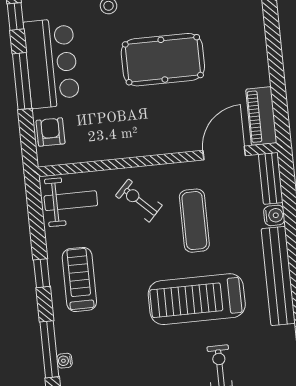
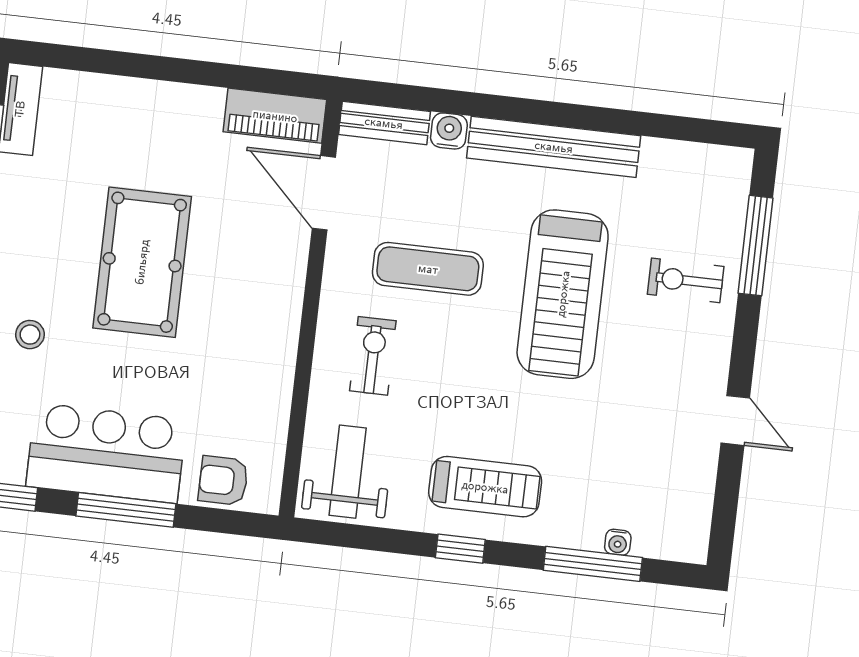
exercise bike: (139, 200) -> (373, 356), turned 136
treadmill: (79, 279) -> (485, 487), turned 180

